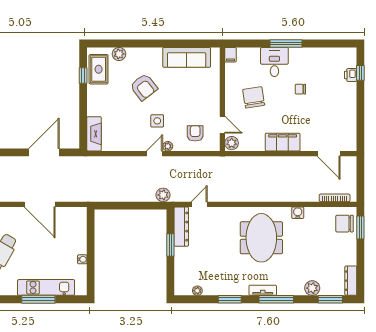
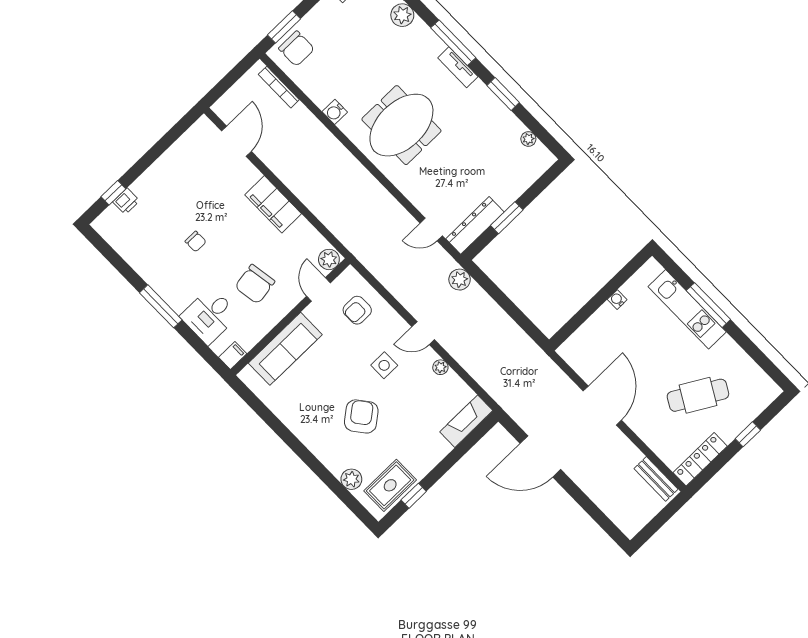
sofa: (187, 57) -> (285, 349), moved, turned 90
desk: (274, 62) -> (210, 316), moved
plant: (168, 146) -> (440, 367), moved

